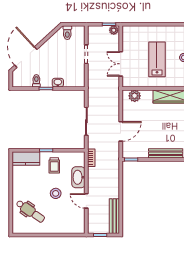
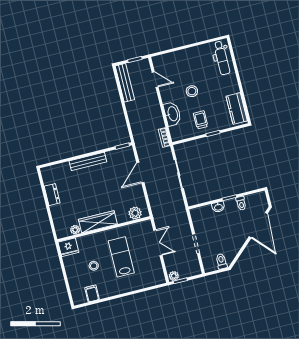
lab bench: (157, 59) -> (121, 257), turned 180
kitchen counter: (26, 158) -> (237, 108), moved, turned -90
door: (86, 201) -> (155, 80), moved
dental chair: (30, 211) -> (222, 58), moved, turned -125

